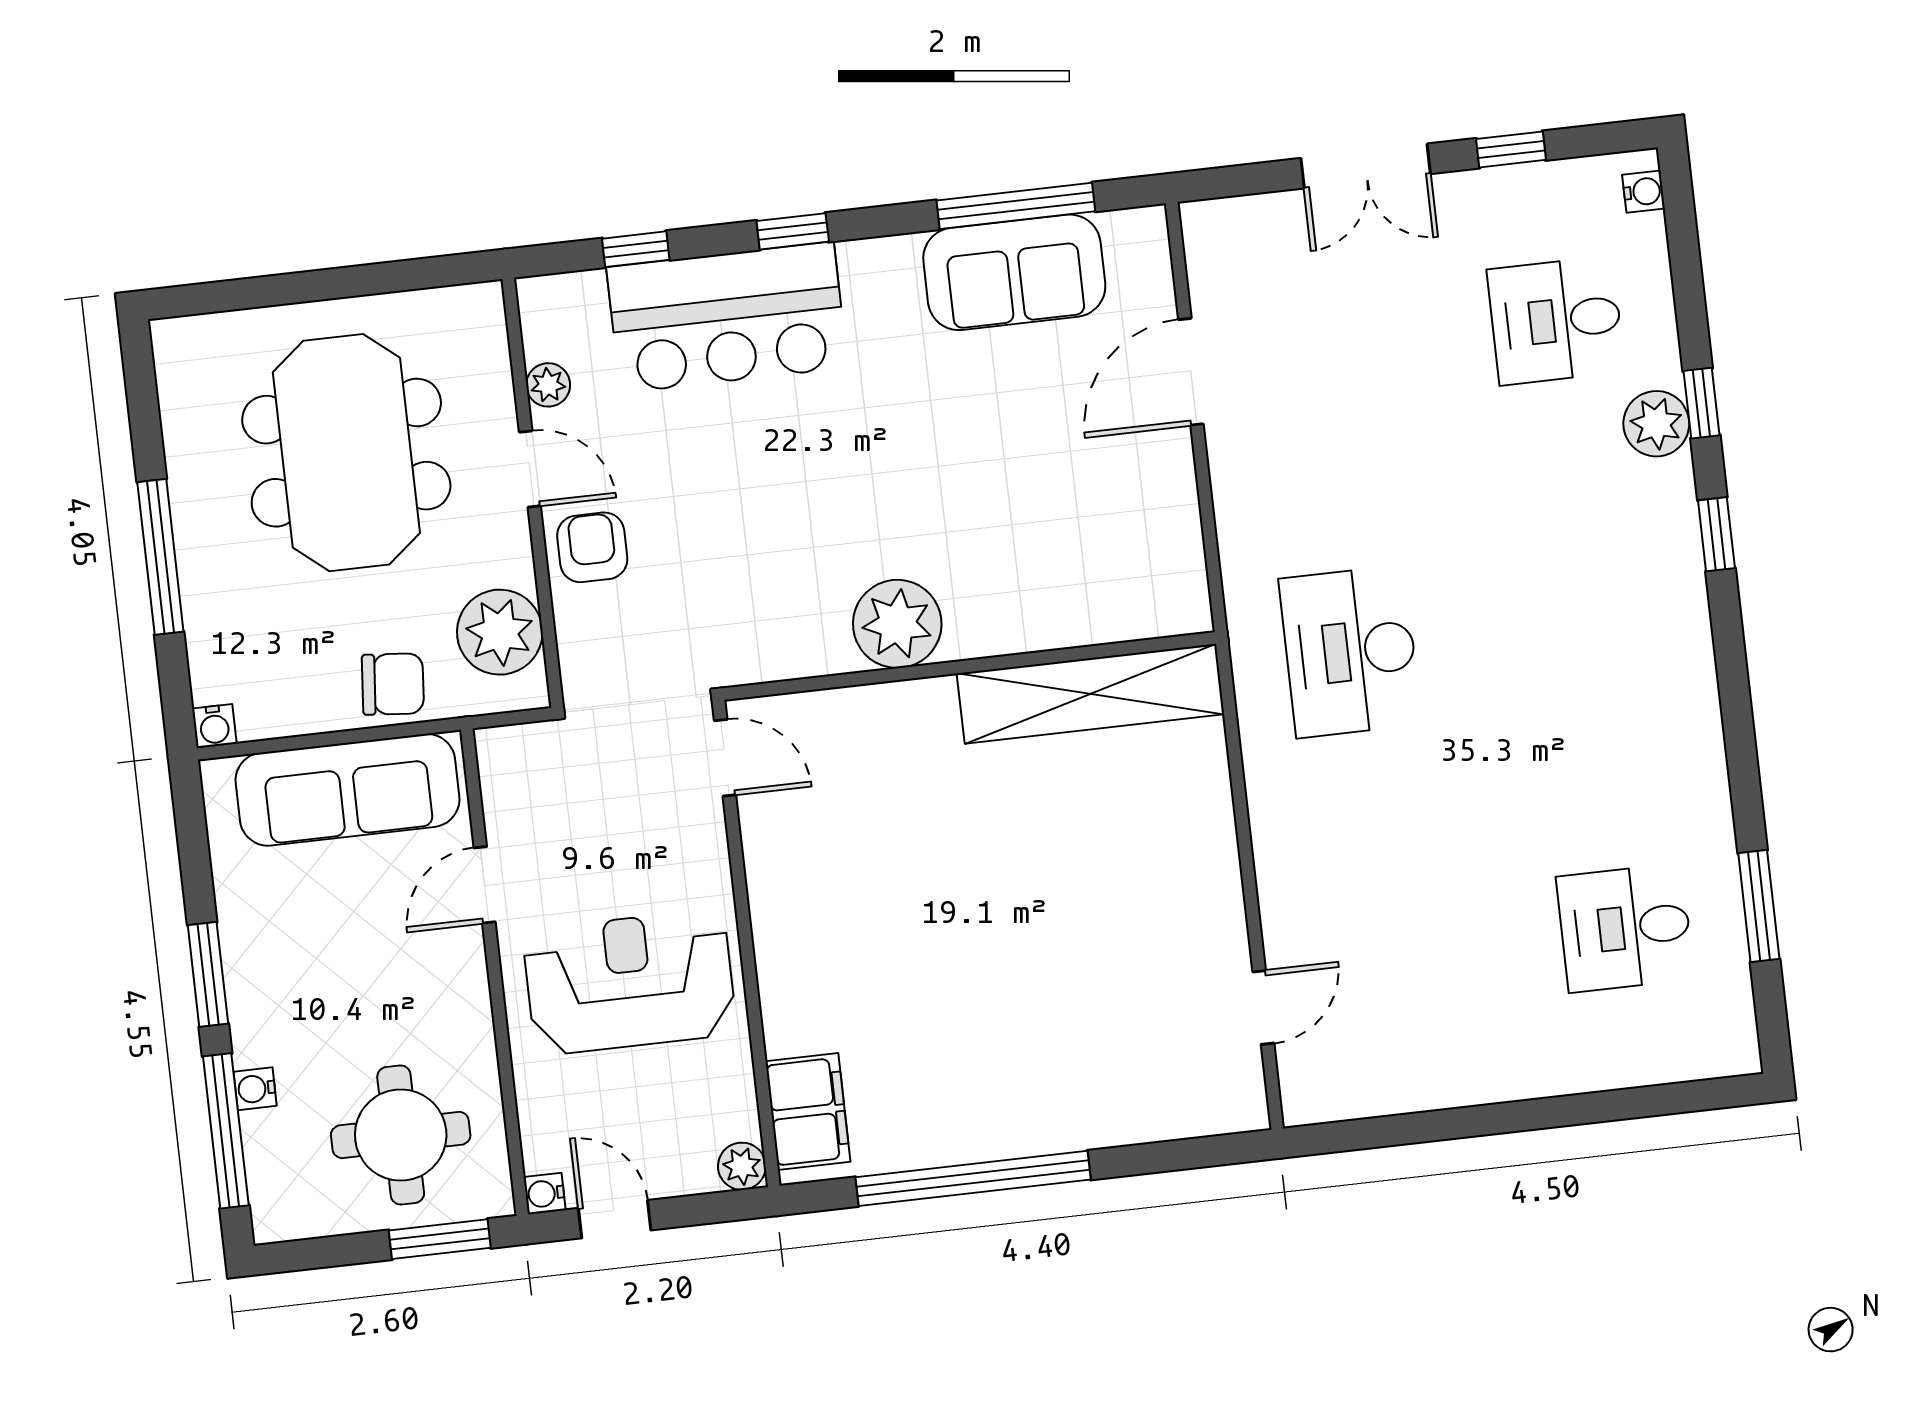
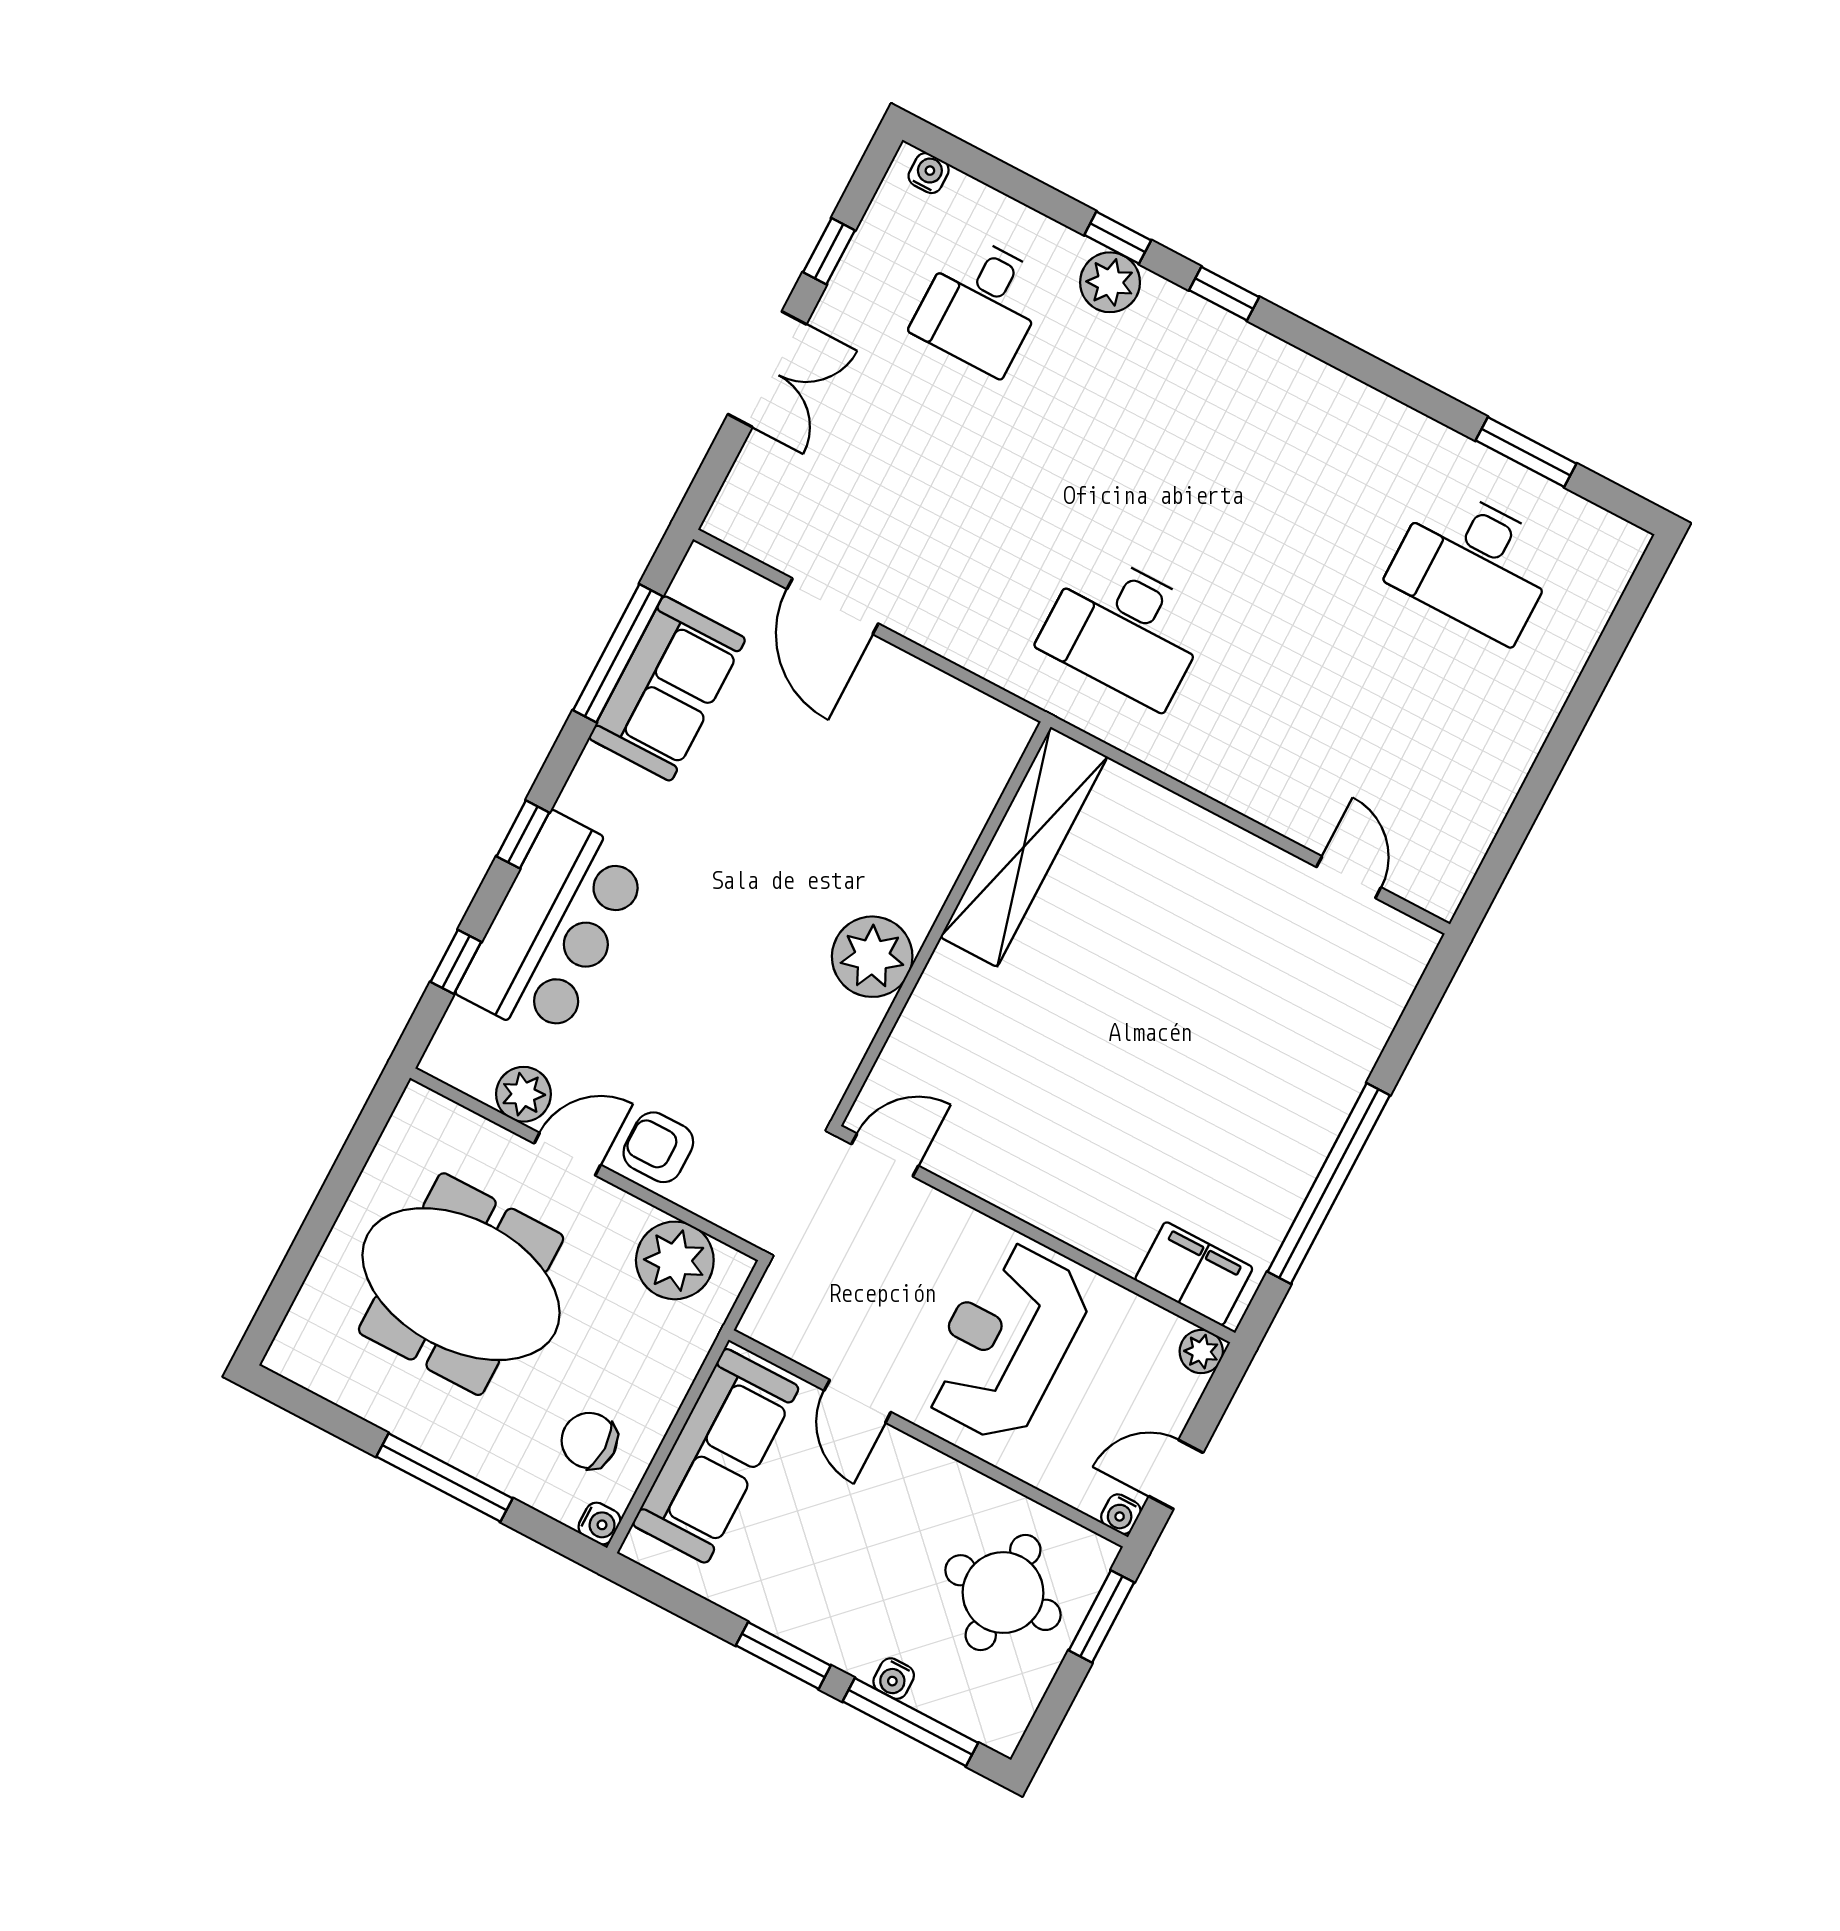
plant: (548, 385) -> (523, 1094), width x1.38, depth x1.38
chair: (393, 684) -> (589, 1441), moved, turned -95
desk: (1625, 928) -> (1474, 564), width x1.37

